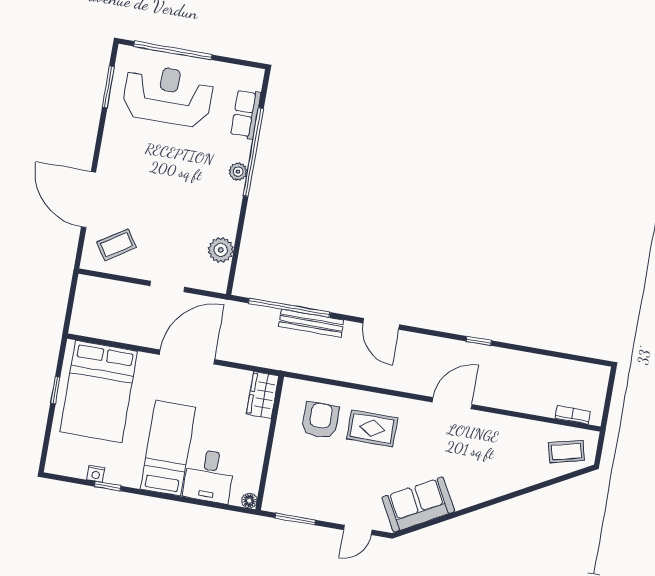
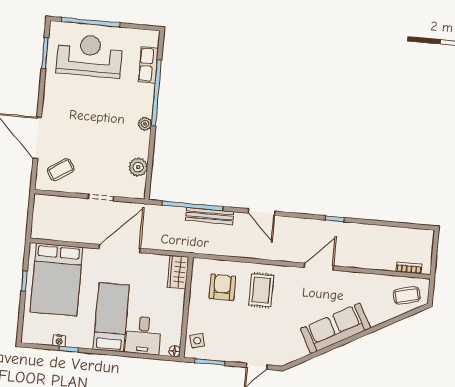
plant: (238, 172) -> (145, 124), moved
rug: (372, 428) -> (261, 290), turned 90
side table: (281, 489) -> (197, 341), added
sofa: (418, 504) -> (335, 328), moved, width x1.36

